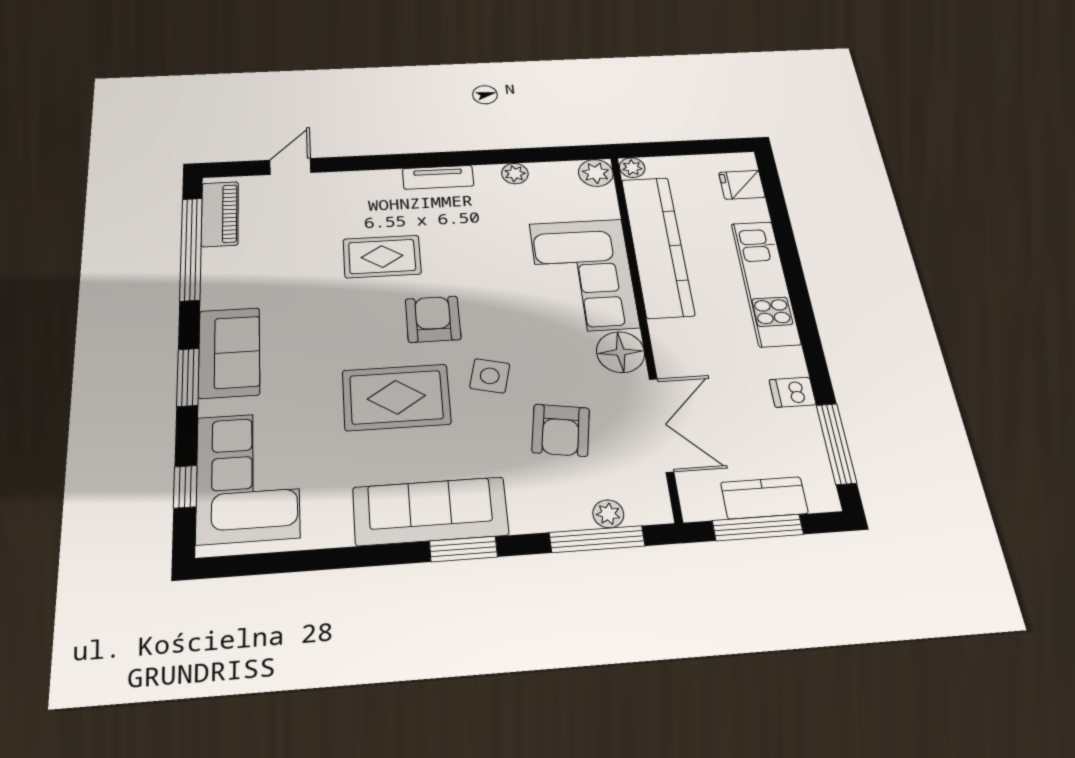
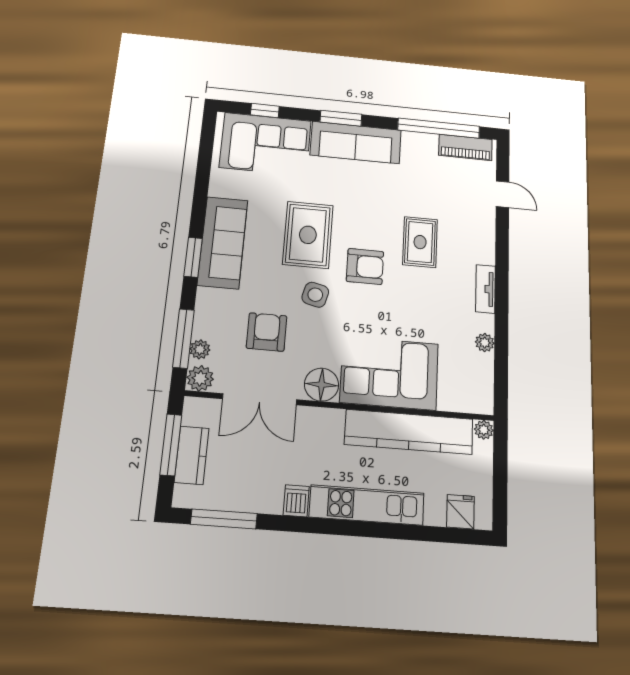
plant: (596, 173) -> (200, 378), moved
sofa: (229, 353) -> (356, 143), width x1.36
dishwasher: (793, 392) -> (296, 501), moved
armchair: (561, 430) -> (267, 332), turned 81

